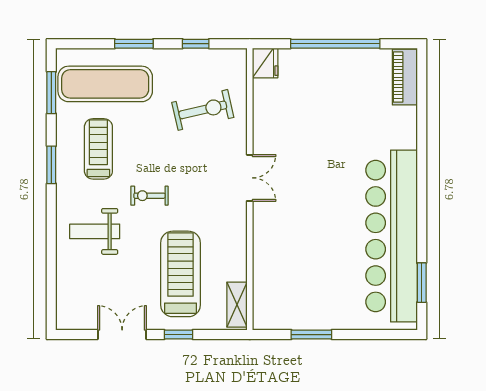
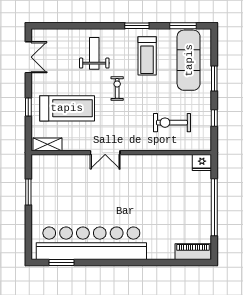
exercise bike: (203, 110) -> (172, 123), turned 103
treadmill: (98, 149) -> (147, 56), turned 90
double door: (250, 178) -> (105, 153), moved
double door: (122, 335) -> (28, 57), moved

